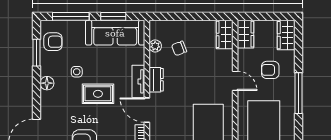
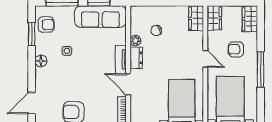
plant: (155, 46) -> (135, 41), moved
rug: (98, 94) -> (85, 70), removed

